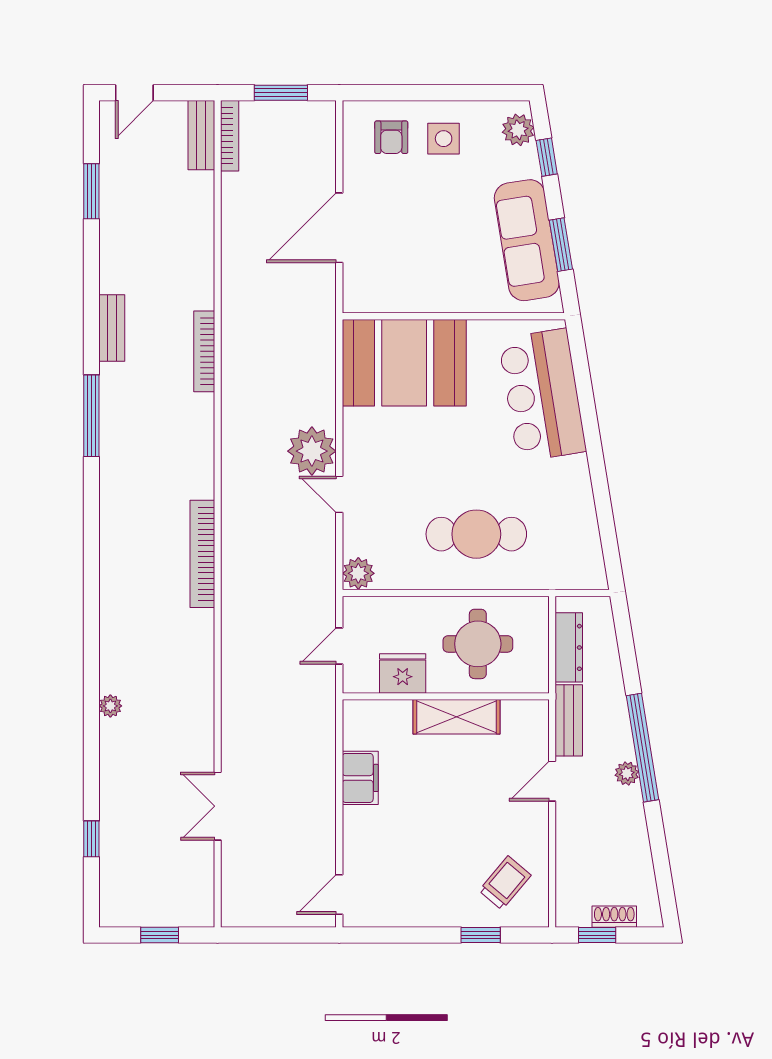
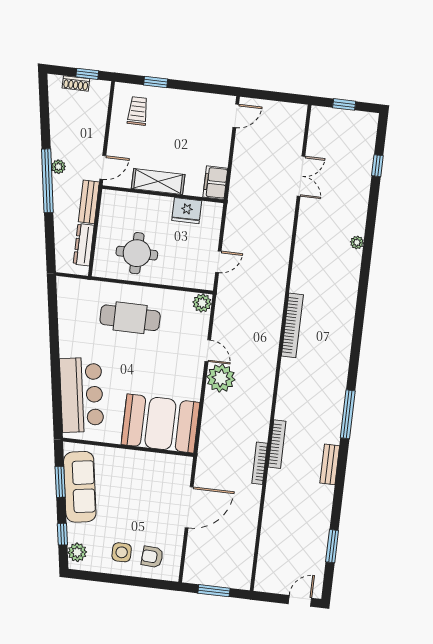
bench: (201, 135) -> (264, 571), removed
bookcase: (230, 136) -> (260, 463), moved
armchair: (391, 137) -> (152, 557), turned -87
fridge: (403, 673) -> (187, 211), moved
wall: (446, 696) -> (163, 194), moved
shelving: (456, 717) -> (158, 182), moved
trolley: (505, 883) -> (138, 111), turned 140

